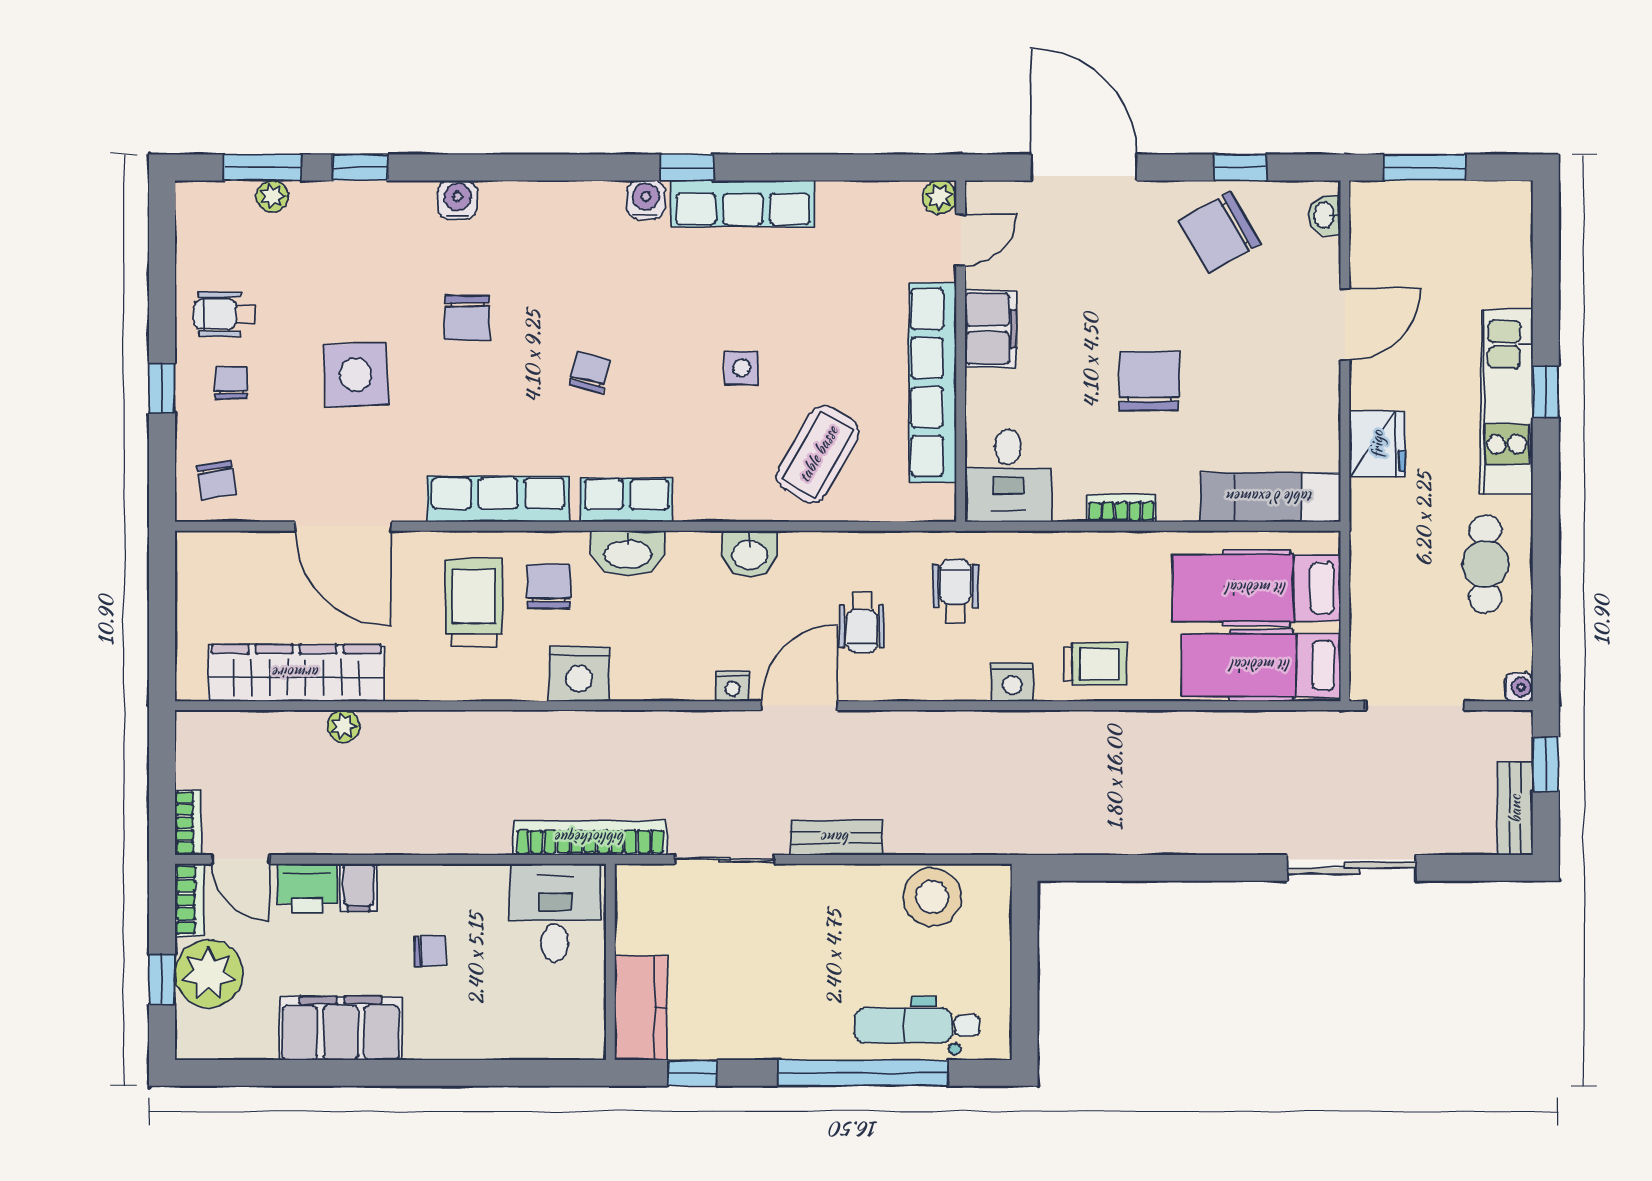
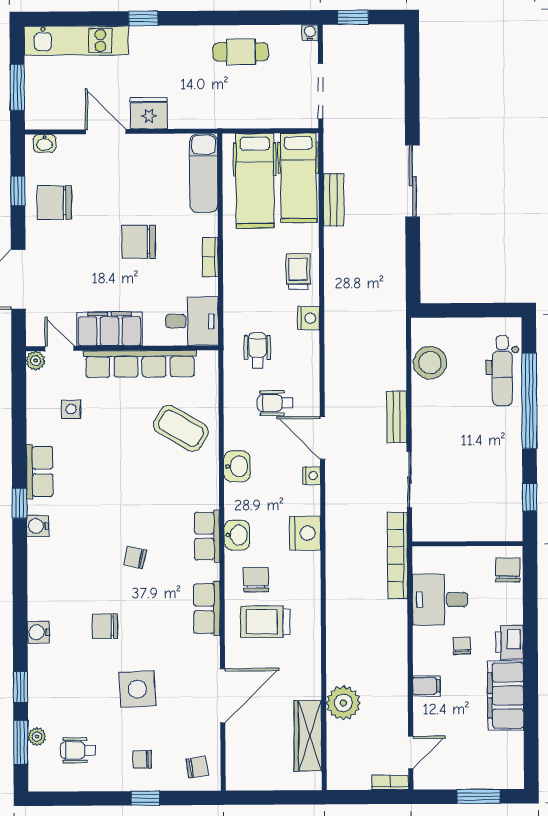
row of seats: (743, 203) -> (40, 471), width x0.68
chair: (1220, 232) -> (55, 202), turned 120
wheelchair: (224, 314) -> (78, 750), moved, turned 90
chair: (467, 318) -> (105, 626), turned 180
filing cabinet: (991, 329) -> (110, 329), width x1.50, depth x1.17
side table: (742, 368) -> (71, 409), moved
kitchen unit: (1507, 402) -> (76, 41), moved
fridge: (1377, 444) -> (149, 113), moved
row of seats: (498, 499) -> (207, 608), width x0.68
washbasin: (628, 553) -> (237, 535), width x0.72
chair: (549, 587) -> (256, 580), turned 90
wheelchair: (956, 591) -> (258, 350), turned 90
wheelchair: (862, 622) -> (275, 403), turned 180
wardrobe: (296, 673) -> (308, 736), width x0.71, depth x0.85
nightstand: (579, 674) -> (305, 533), moved
plant: (343, 726) -> (343, 703), width x1.88, depth x1.88
bench: (1515, 809) -> (334, 200), moved, turned 90
sliding door: (1352, 868) -> (413, 181), moved
printer: (307, 888) -> (509, 642), moved, turned 180
bookcase: (189, 900) -> (434, 781), removed
desk: (555, 913) -> (440, 600), moved
plant: (209, 974) -> (475, 770), removed
window: (162, 979) -> (479, 796), width x1.50
kitchen counter: (641, 1008) -> (493, 526), removed
chair: (564, 1033) -> (508, 570), added

